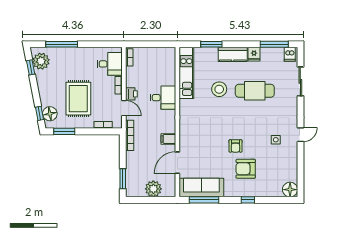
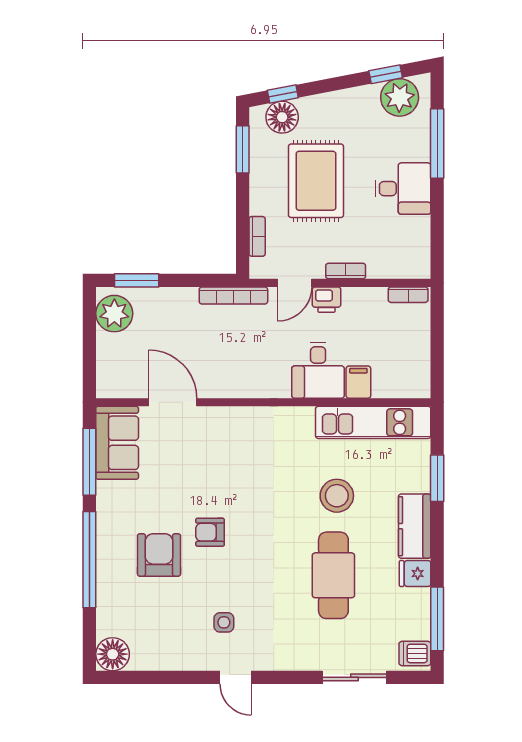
desk: (110, 64) -> (403, 189), moved, turned -90
rug: (78, 99) -> (316, 181), turned 90
filing cabinet: (168, 139) -> (358, 382), moved
sofa: (201, 188) -> (117, 443), width x0.73
plant: (153, 189) -> (114, 314), moved
window: (248, 200) -> (89, 560), width x3.17

